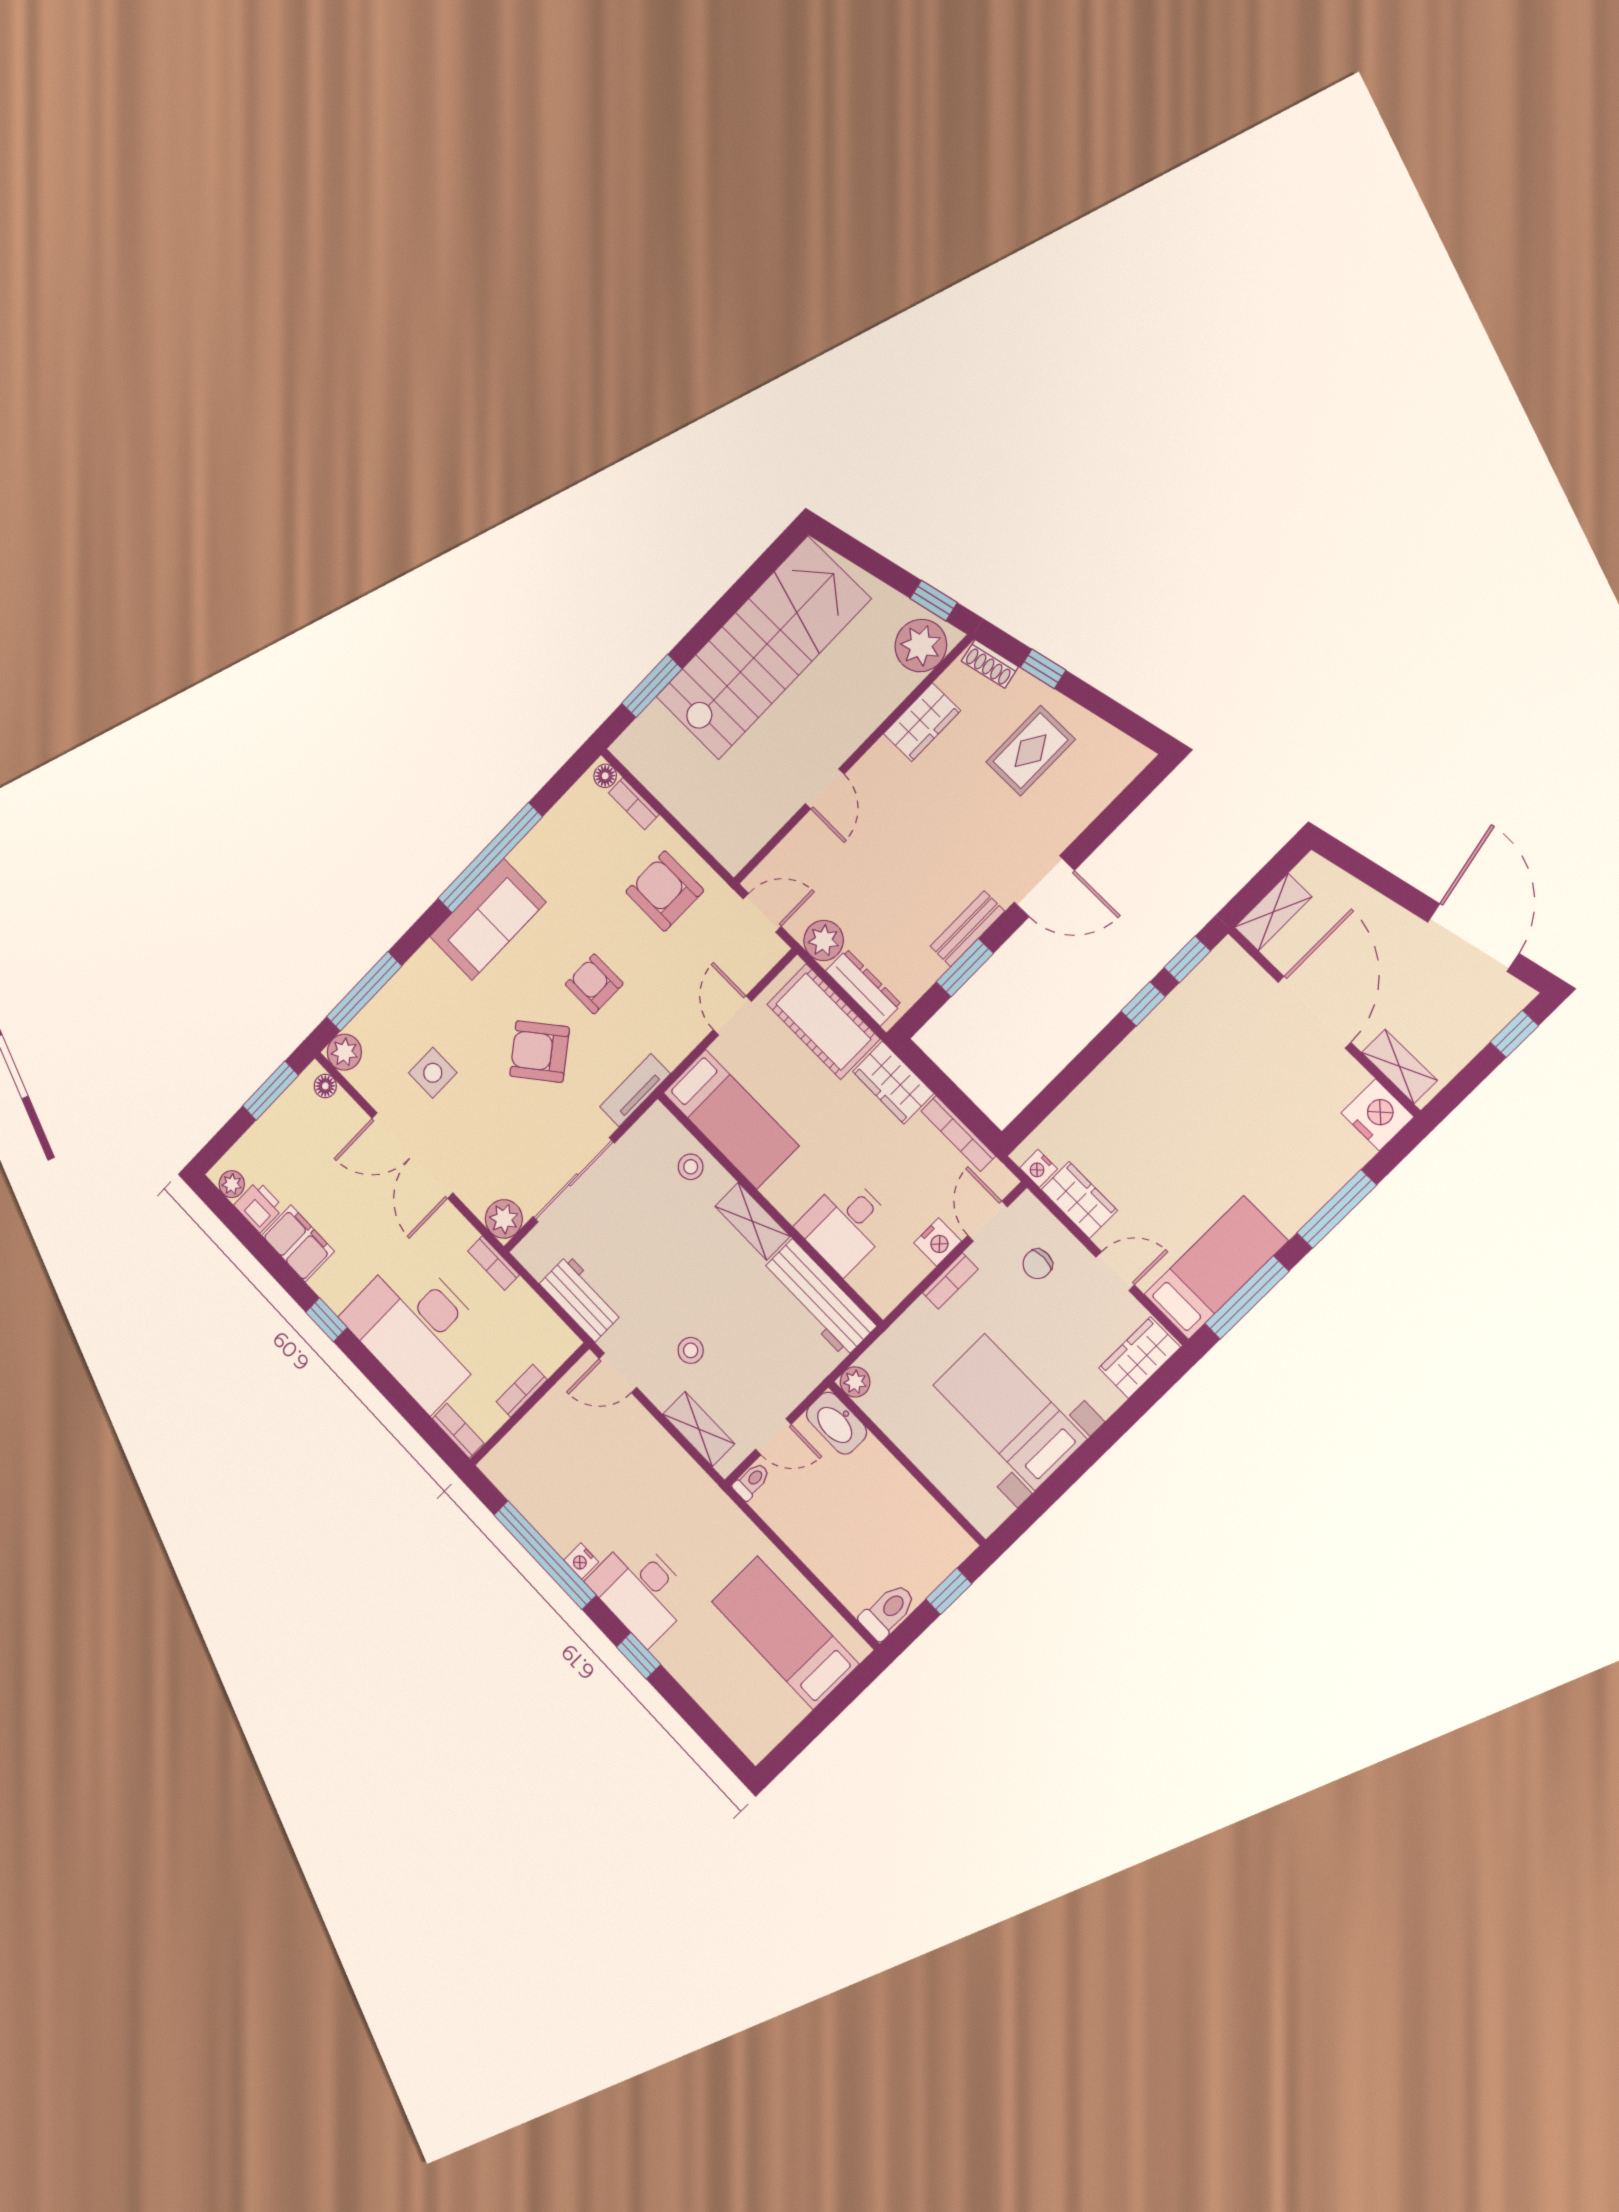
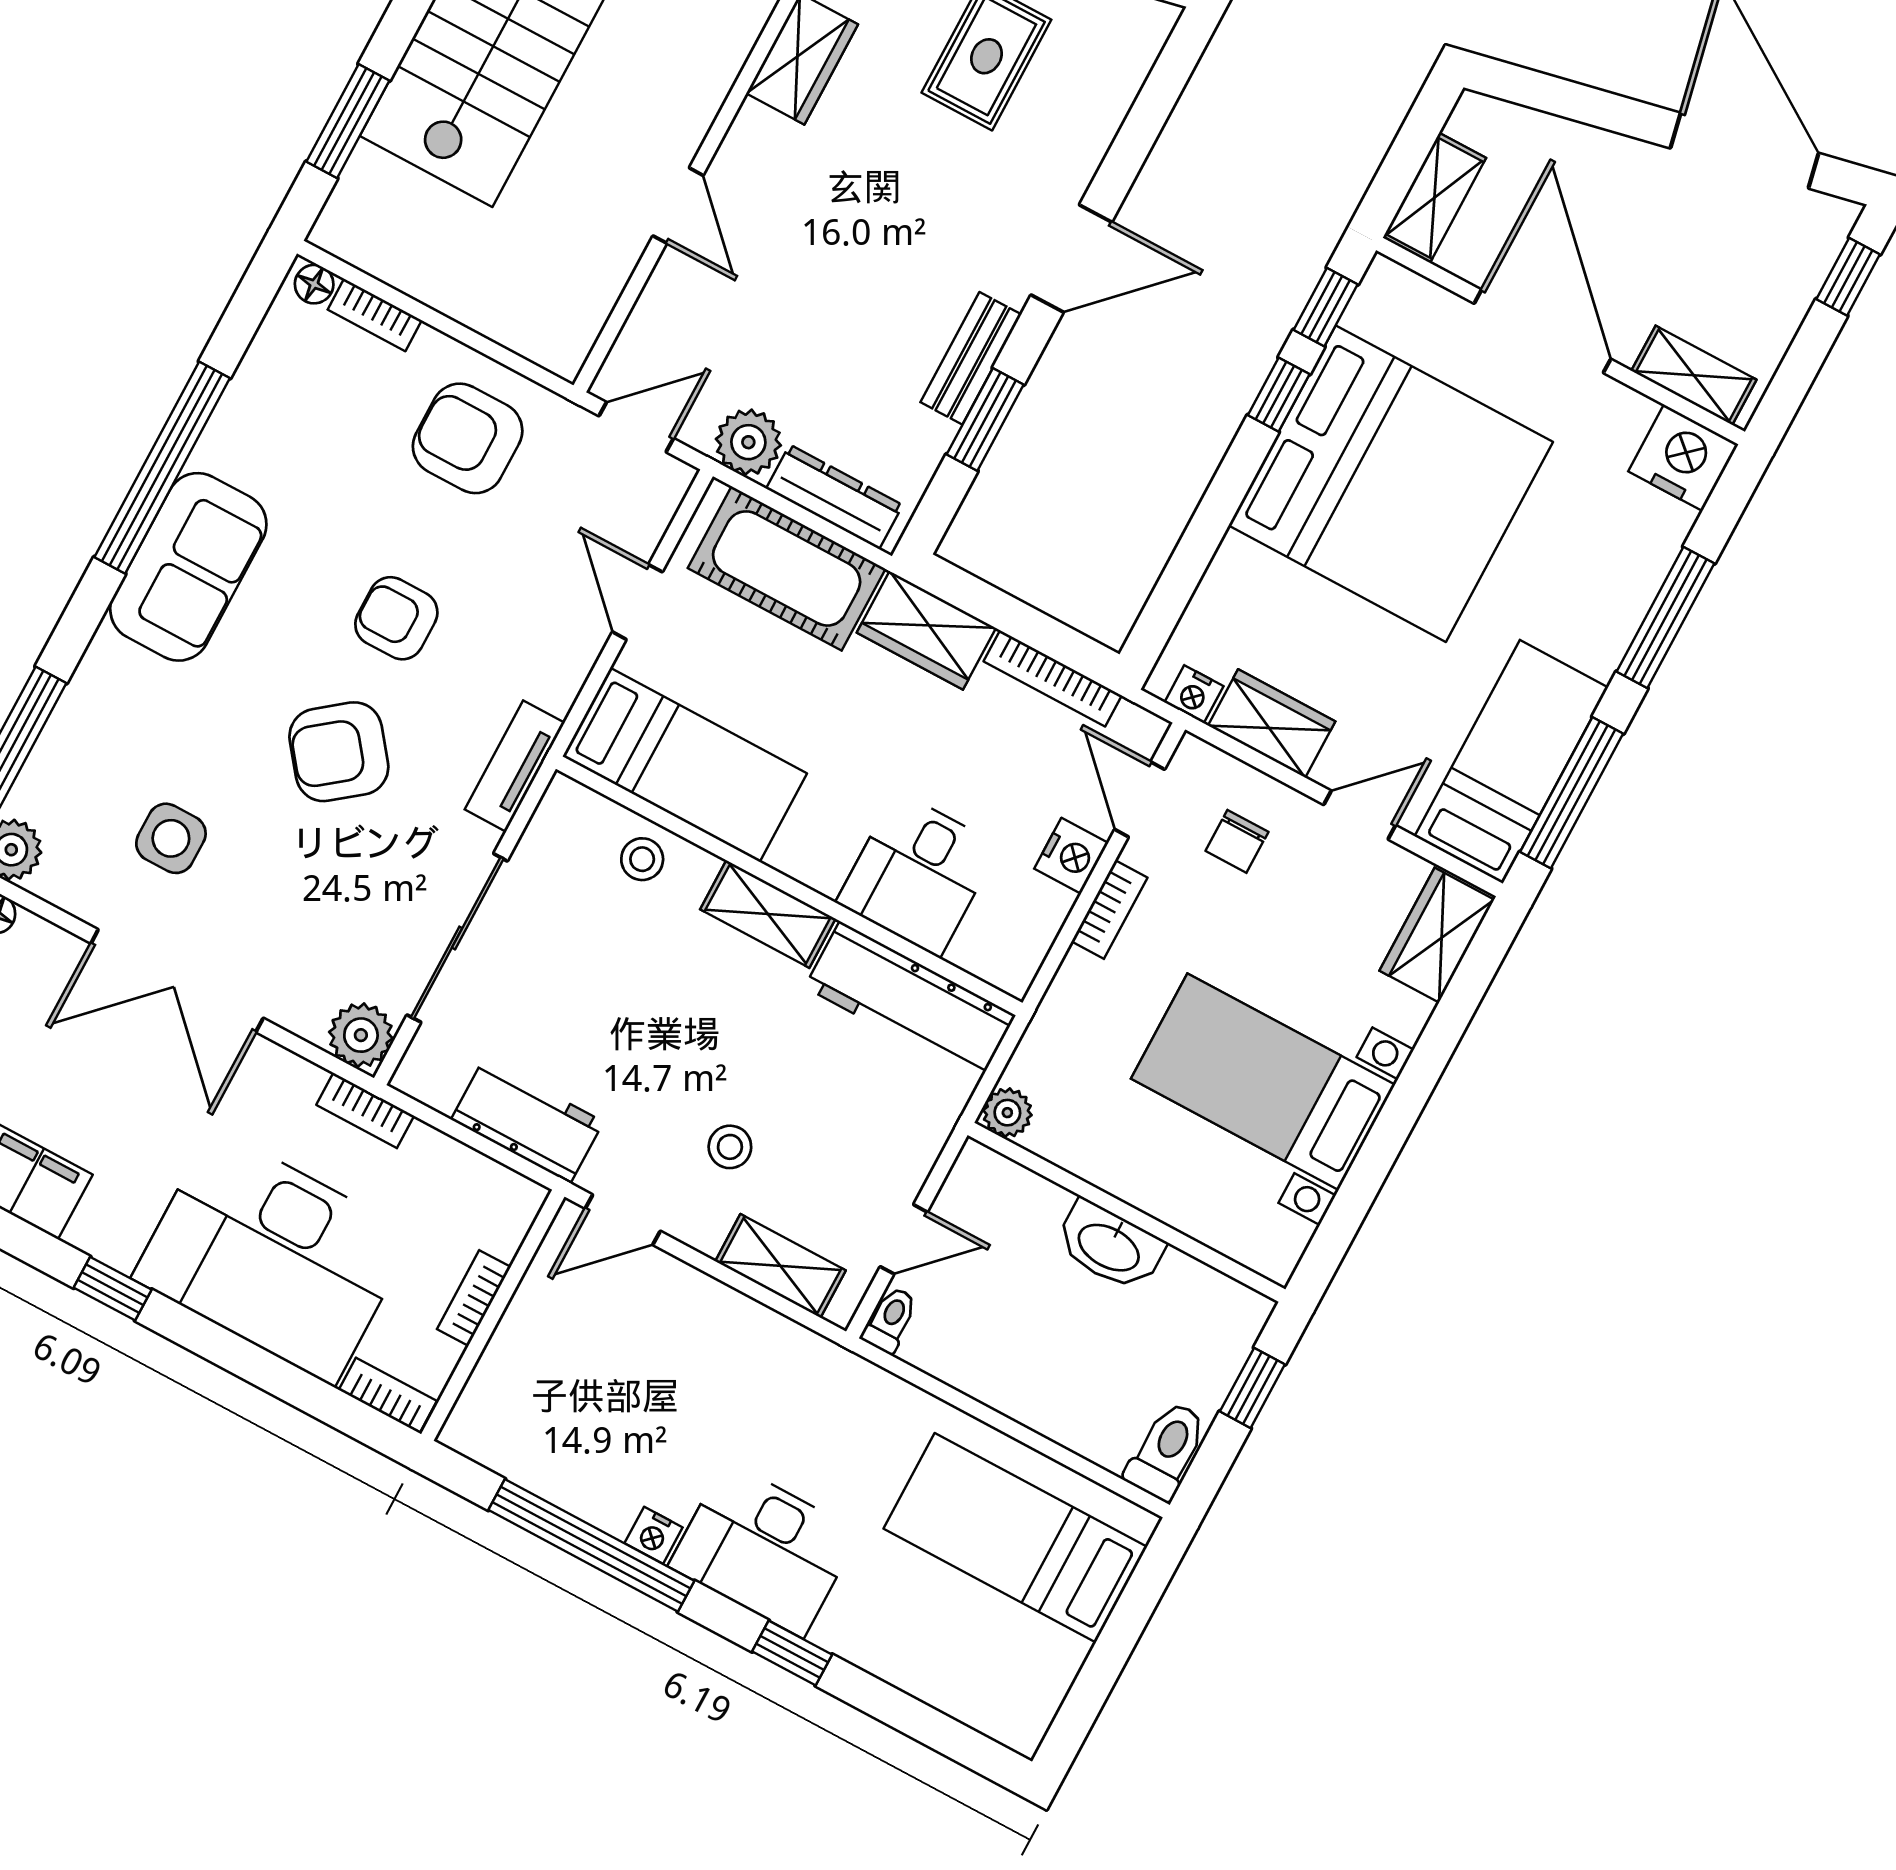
bed: (1194, 1078) -> (1391, 484), added
washbasin: (837, 1423) -> (1110, 1246), moved

